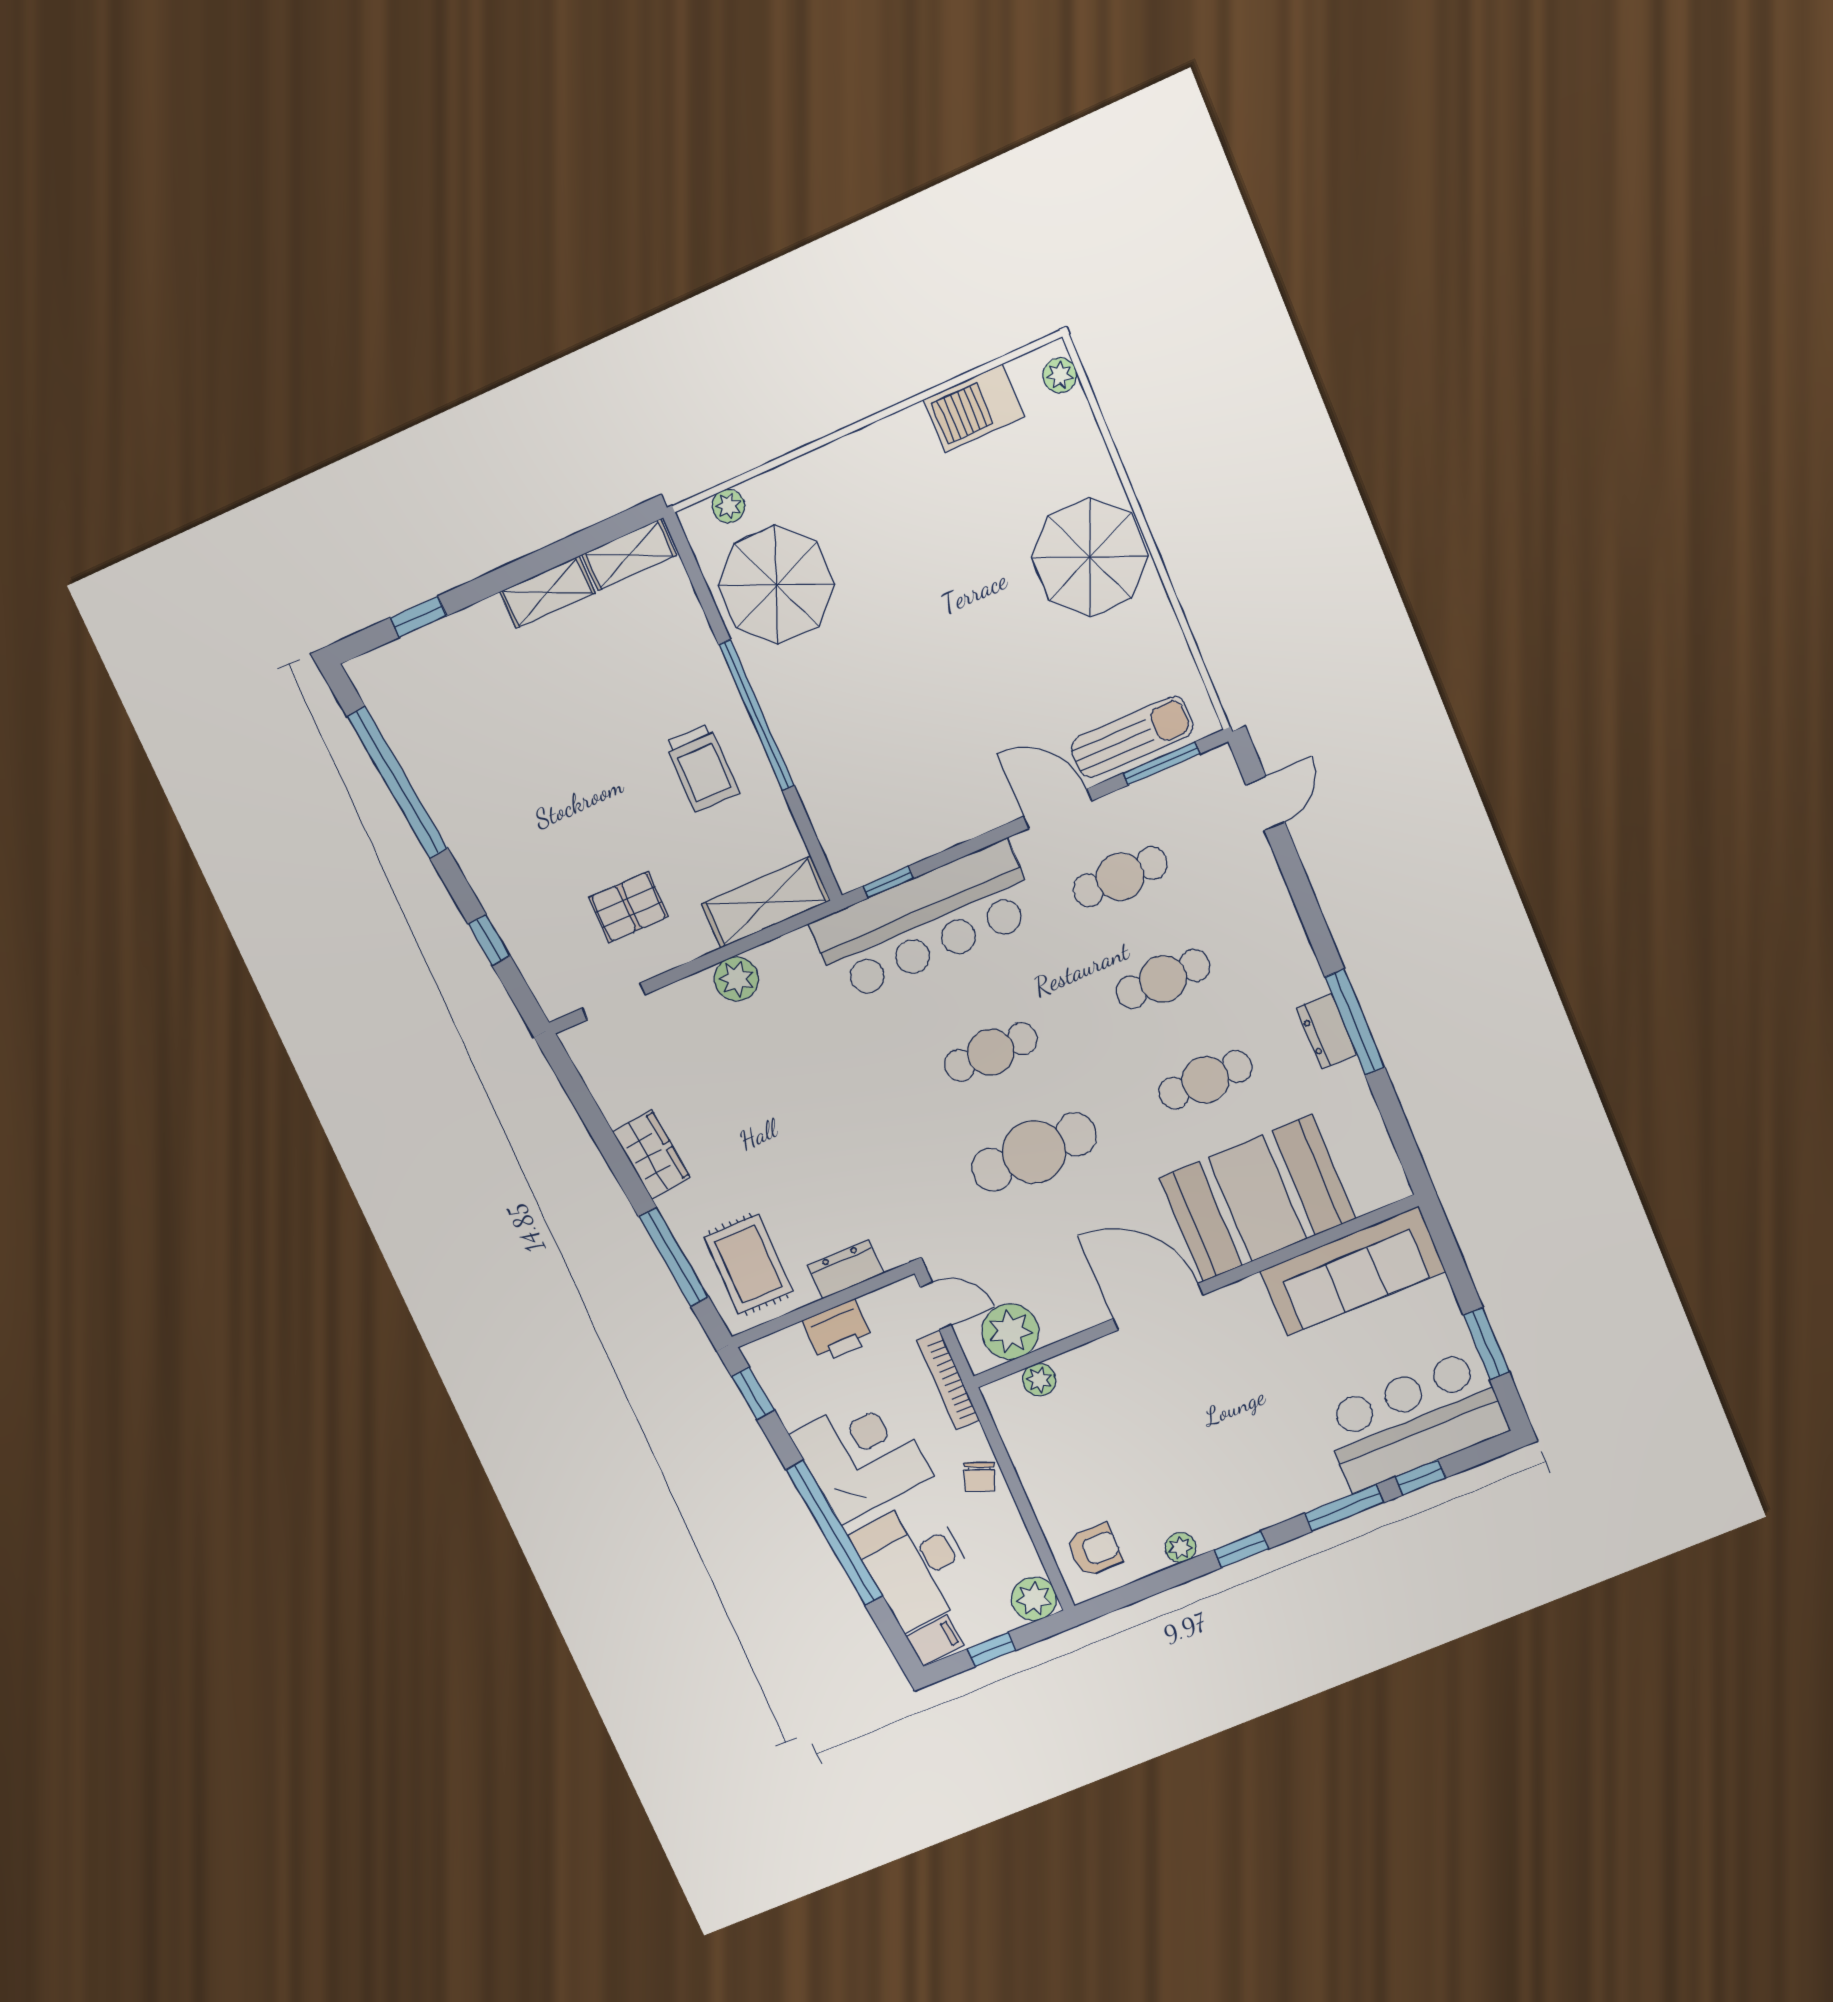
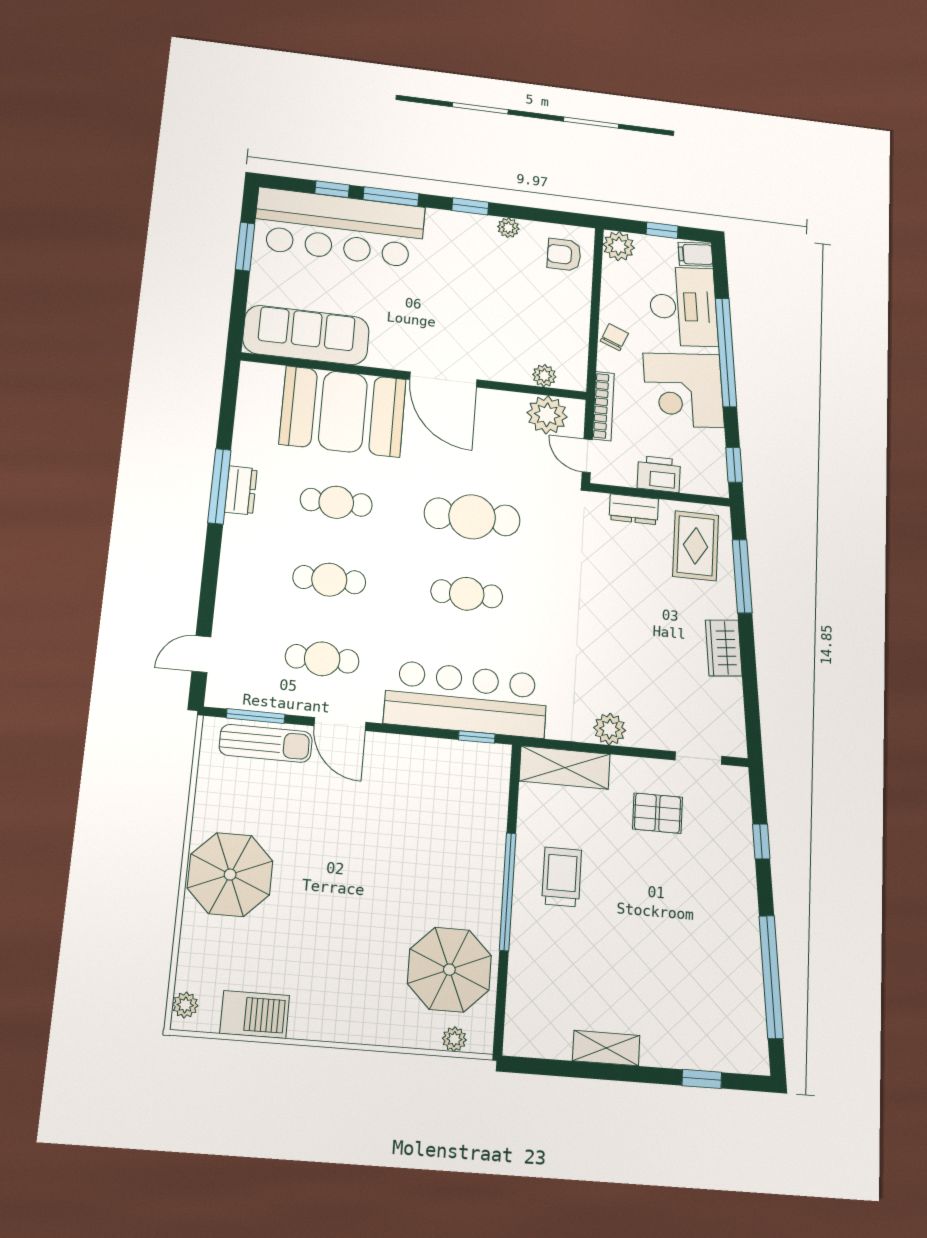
shelving: (629, 555) -> (538, 1043), removed
sun lounger: (1132, 737) -> (266, 743), turned 180
bar counter: (1414, 1421) -> (339, 228), width x1.36

